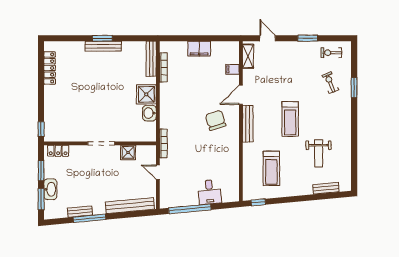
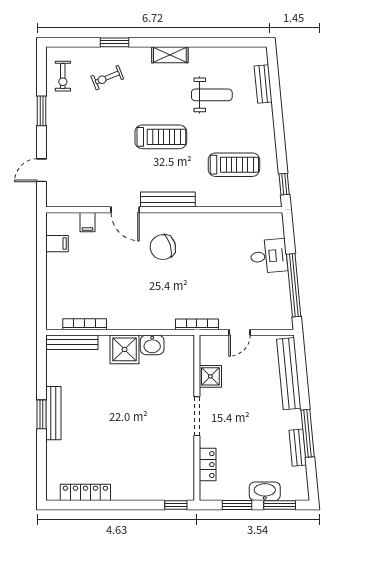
filing cabinet: (199, 49) -> (57, 244), moved, width x0.50
shelving: (248, 56) -> (170, 55), moved
locker: (58, 151) -> (208, 465), moved

